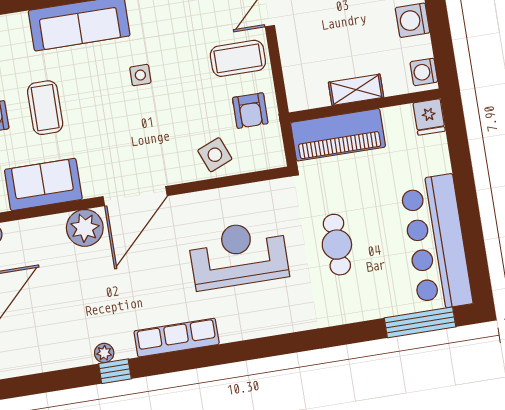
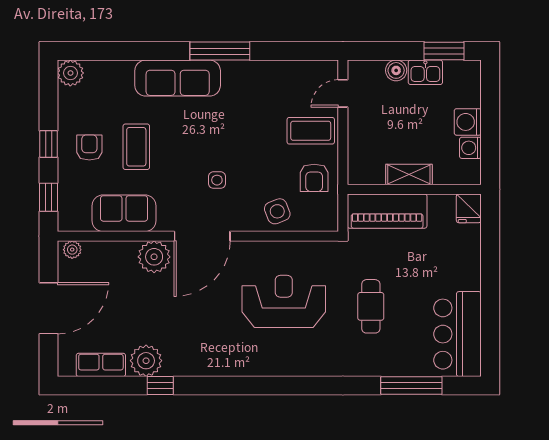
washing machine: (424, 72) -> (470, 148), moved
side table: (140, 75) -> (217, 180), moved
bar counter: (436, 243) -> (458, 334), width x0.73
window: (420, 322) -> (411, 386), moved
row of seats: (177, 338) -> (101, 365), moved, width x0.68
plant: (104, 353) -> (146, 361), width x1.88, depth x1.88

